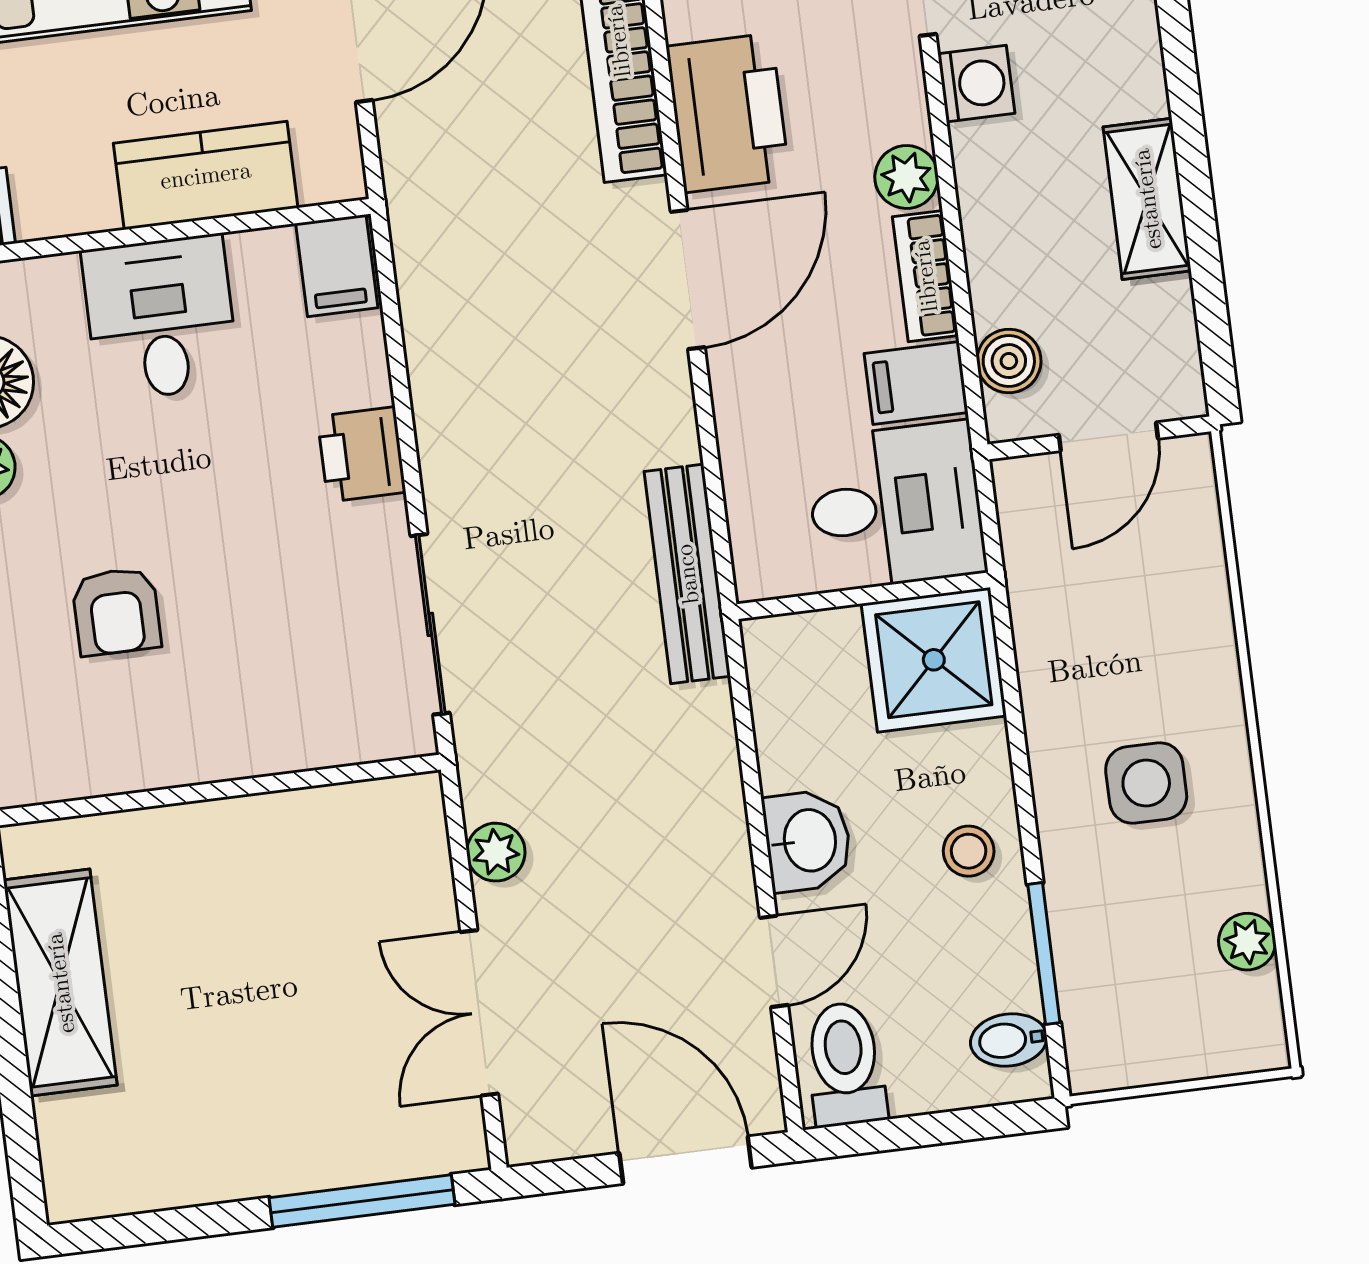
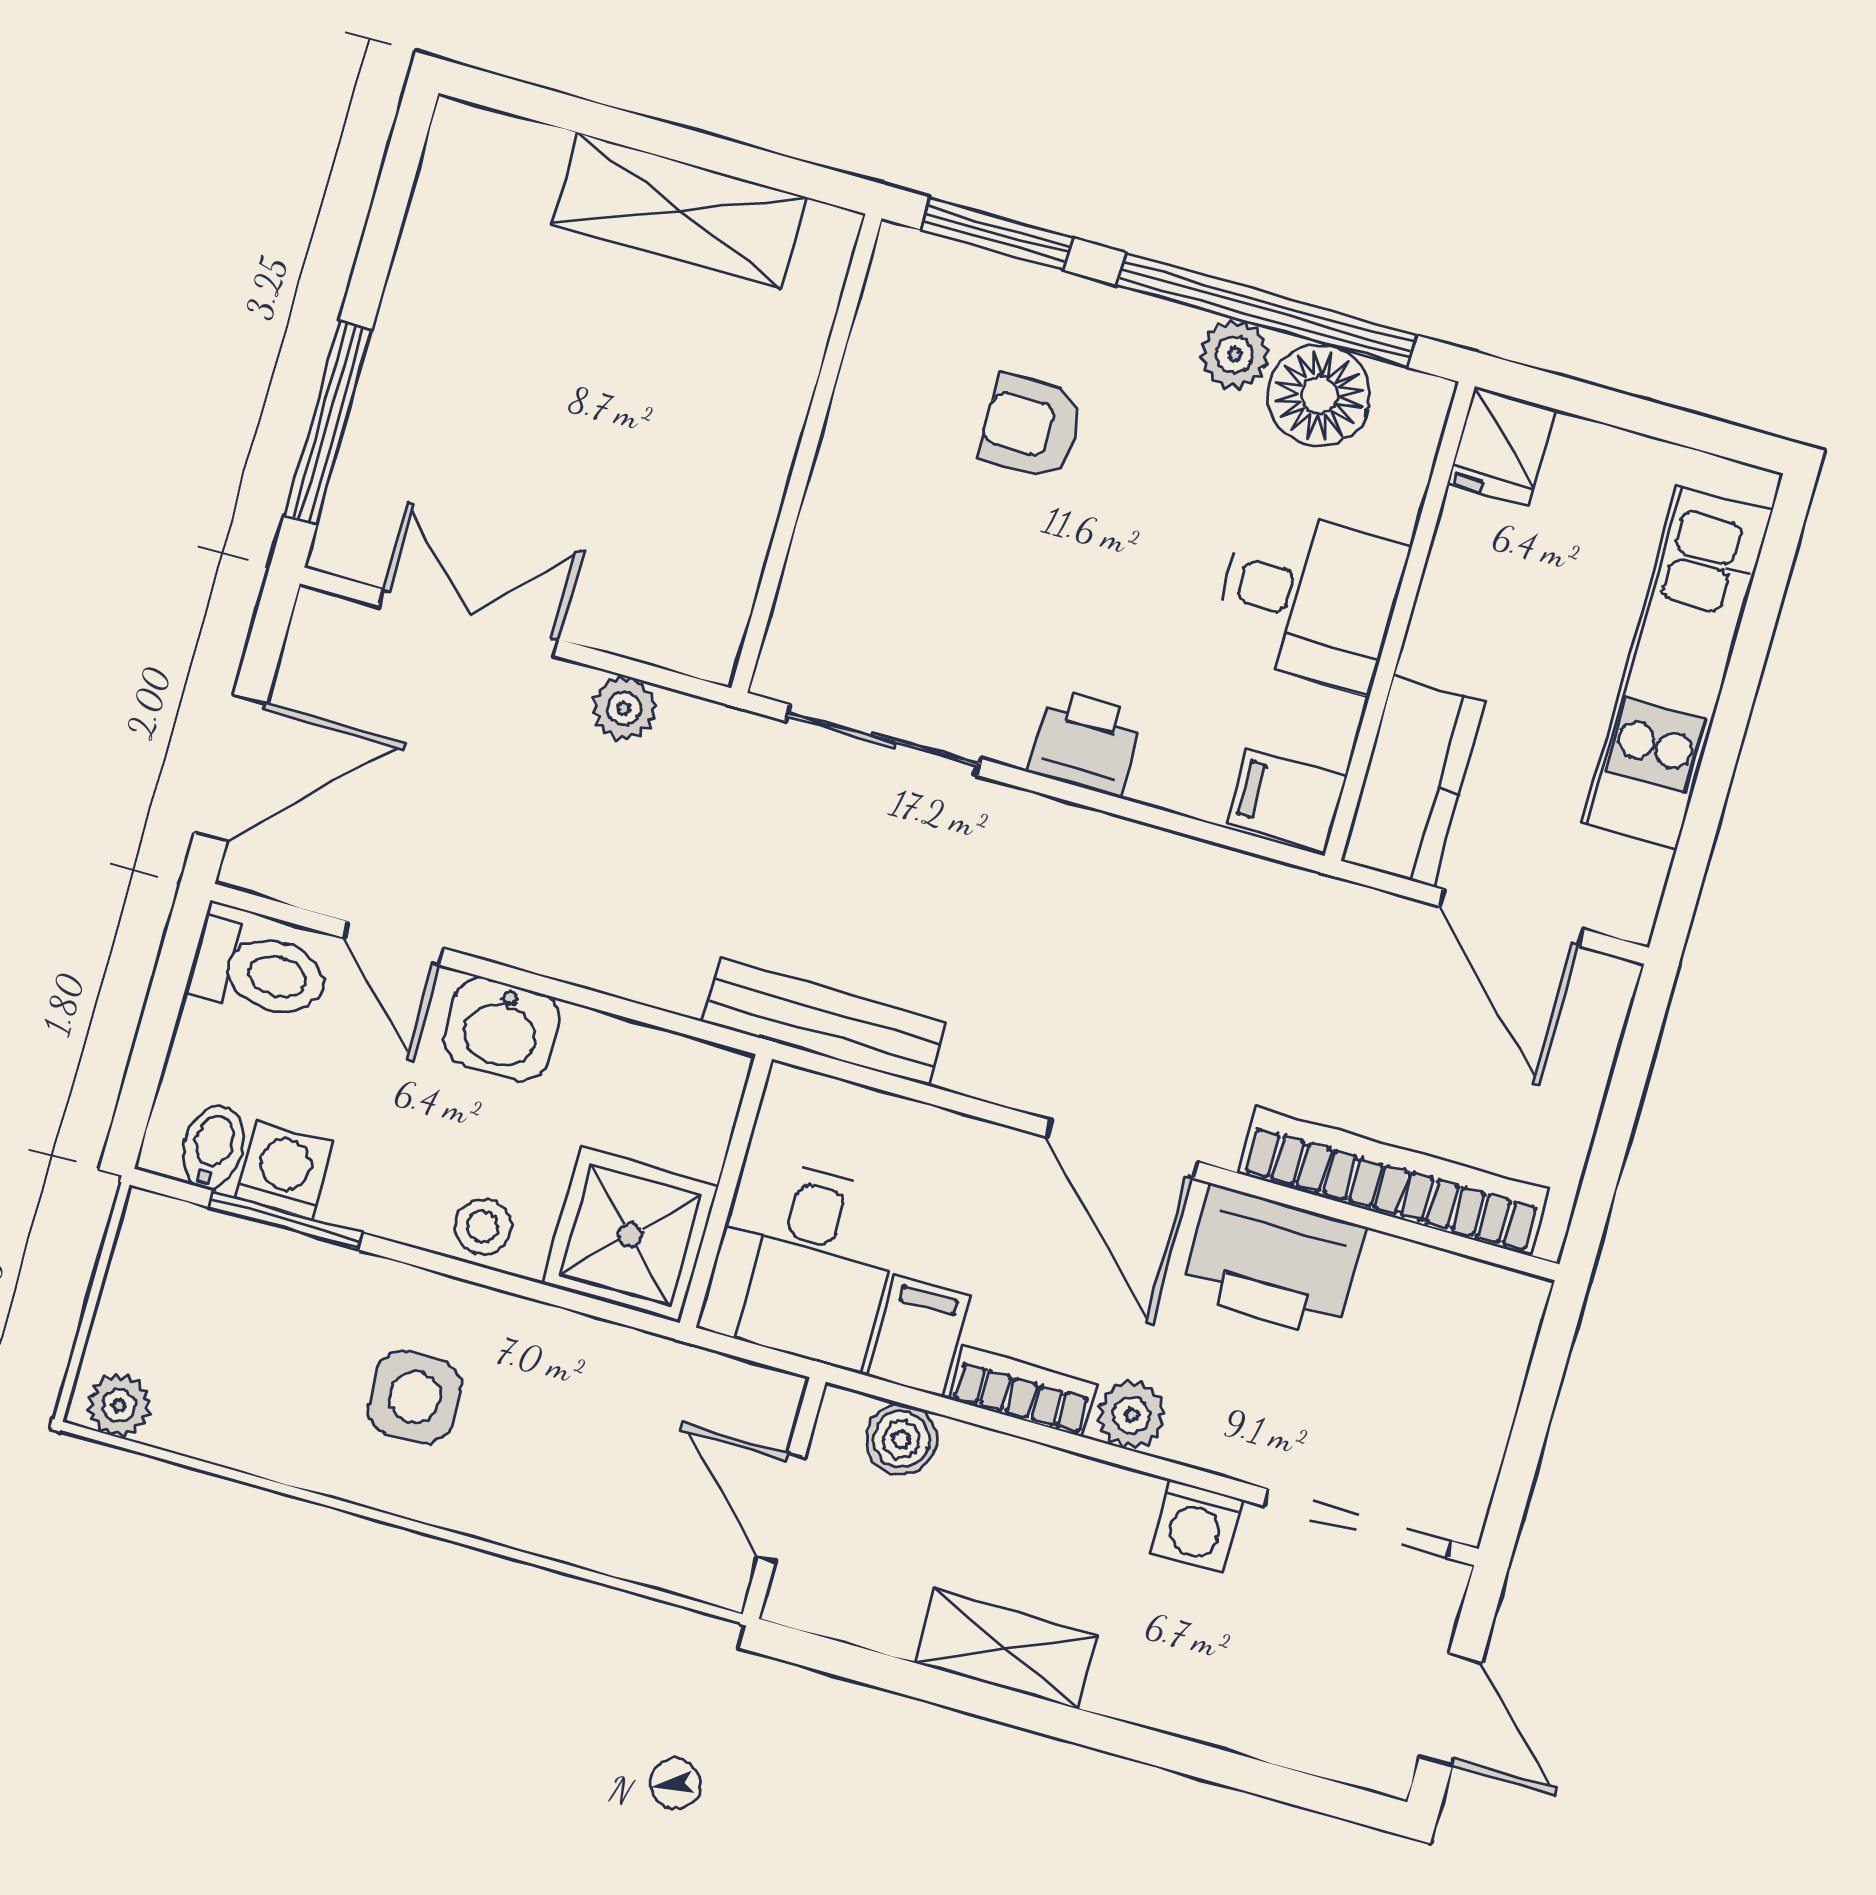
kitchen counter: (206, 175) -> (1413, 781), moved
stool: (969, 851) -> (483, 1227), moved
plant: (1247, 942) -> (119, 1405), moved
washing machine: (1003, 972) -> (284, 1170), added

